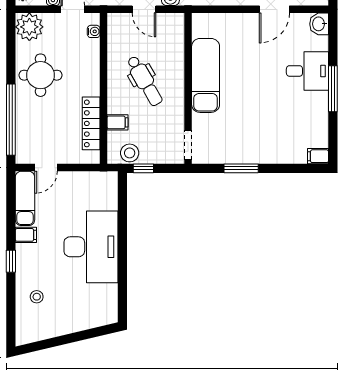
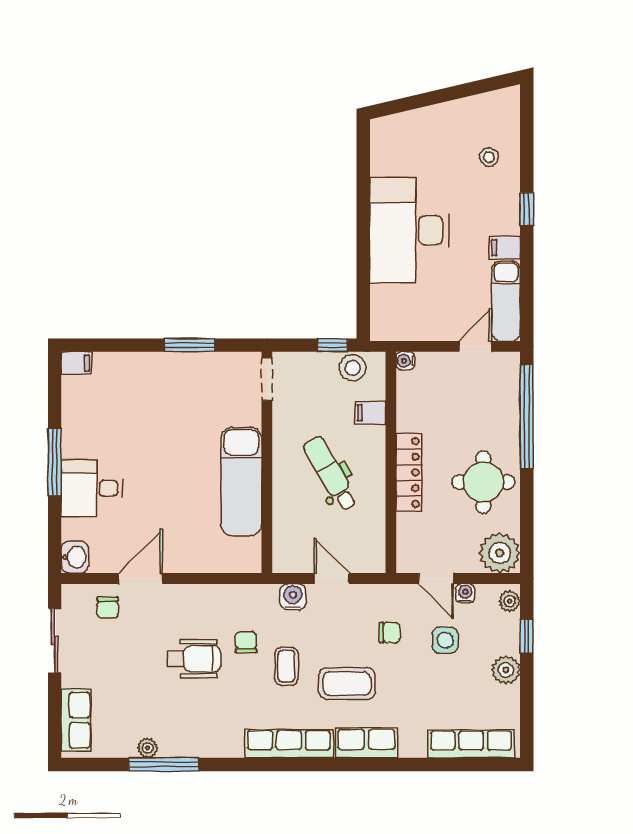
water cooler: (94, 31) -> (405, 361), moved
locker: (91, 123) -> (409, 472), moved

